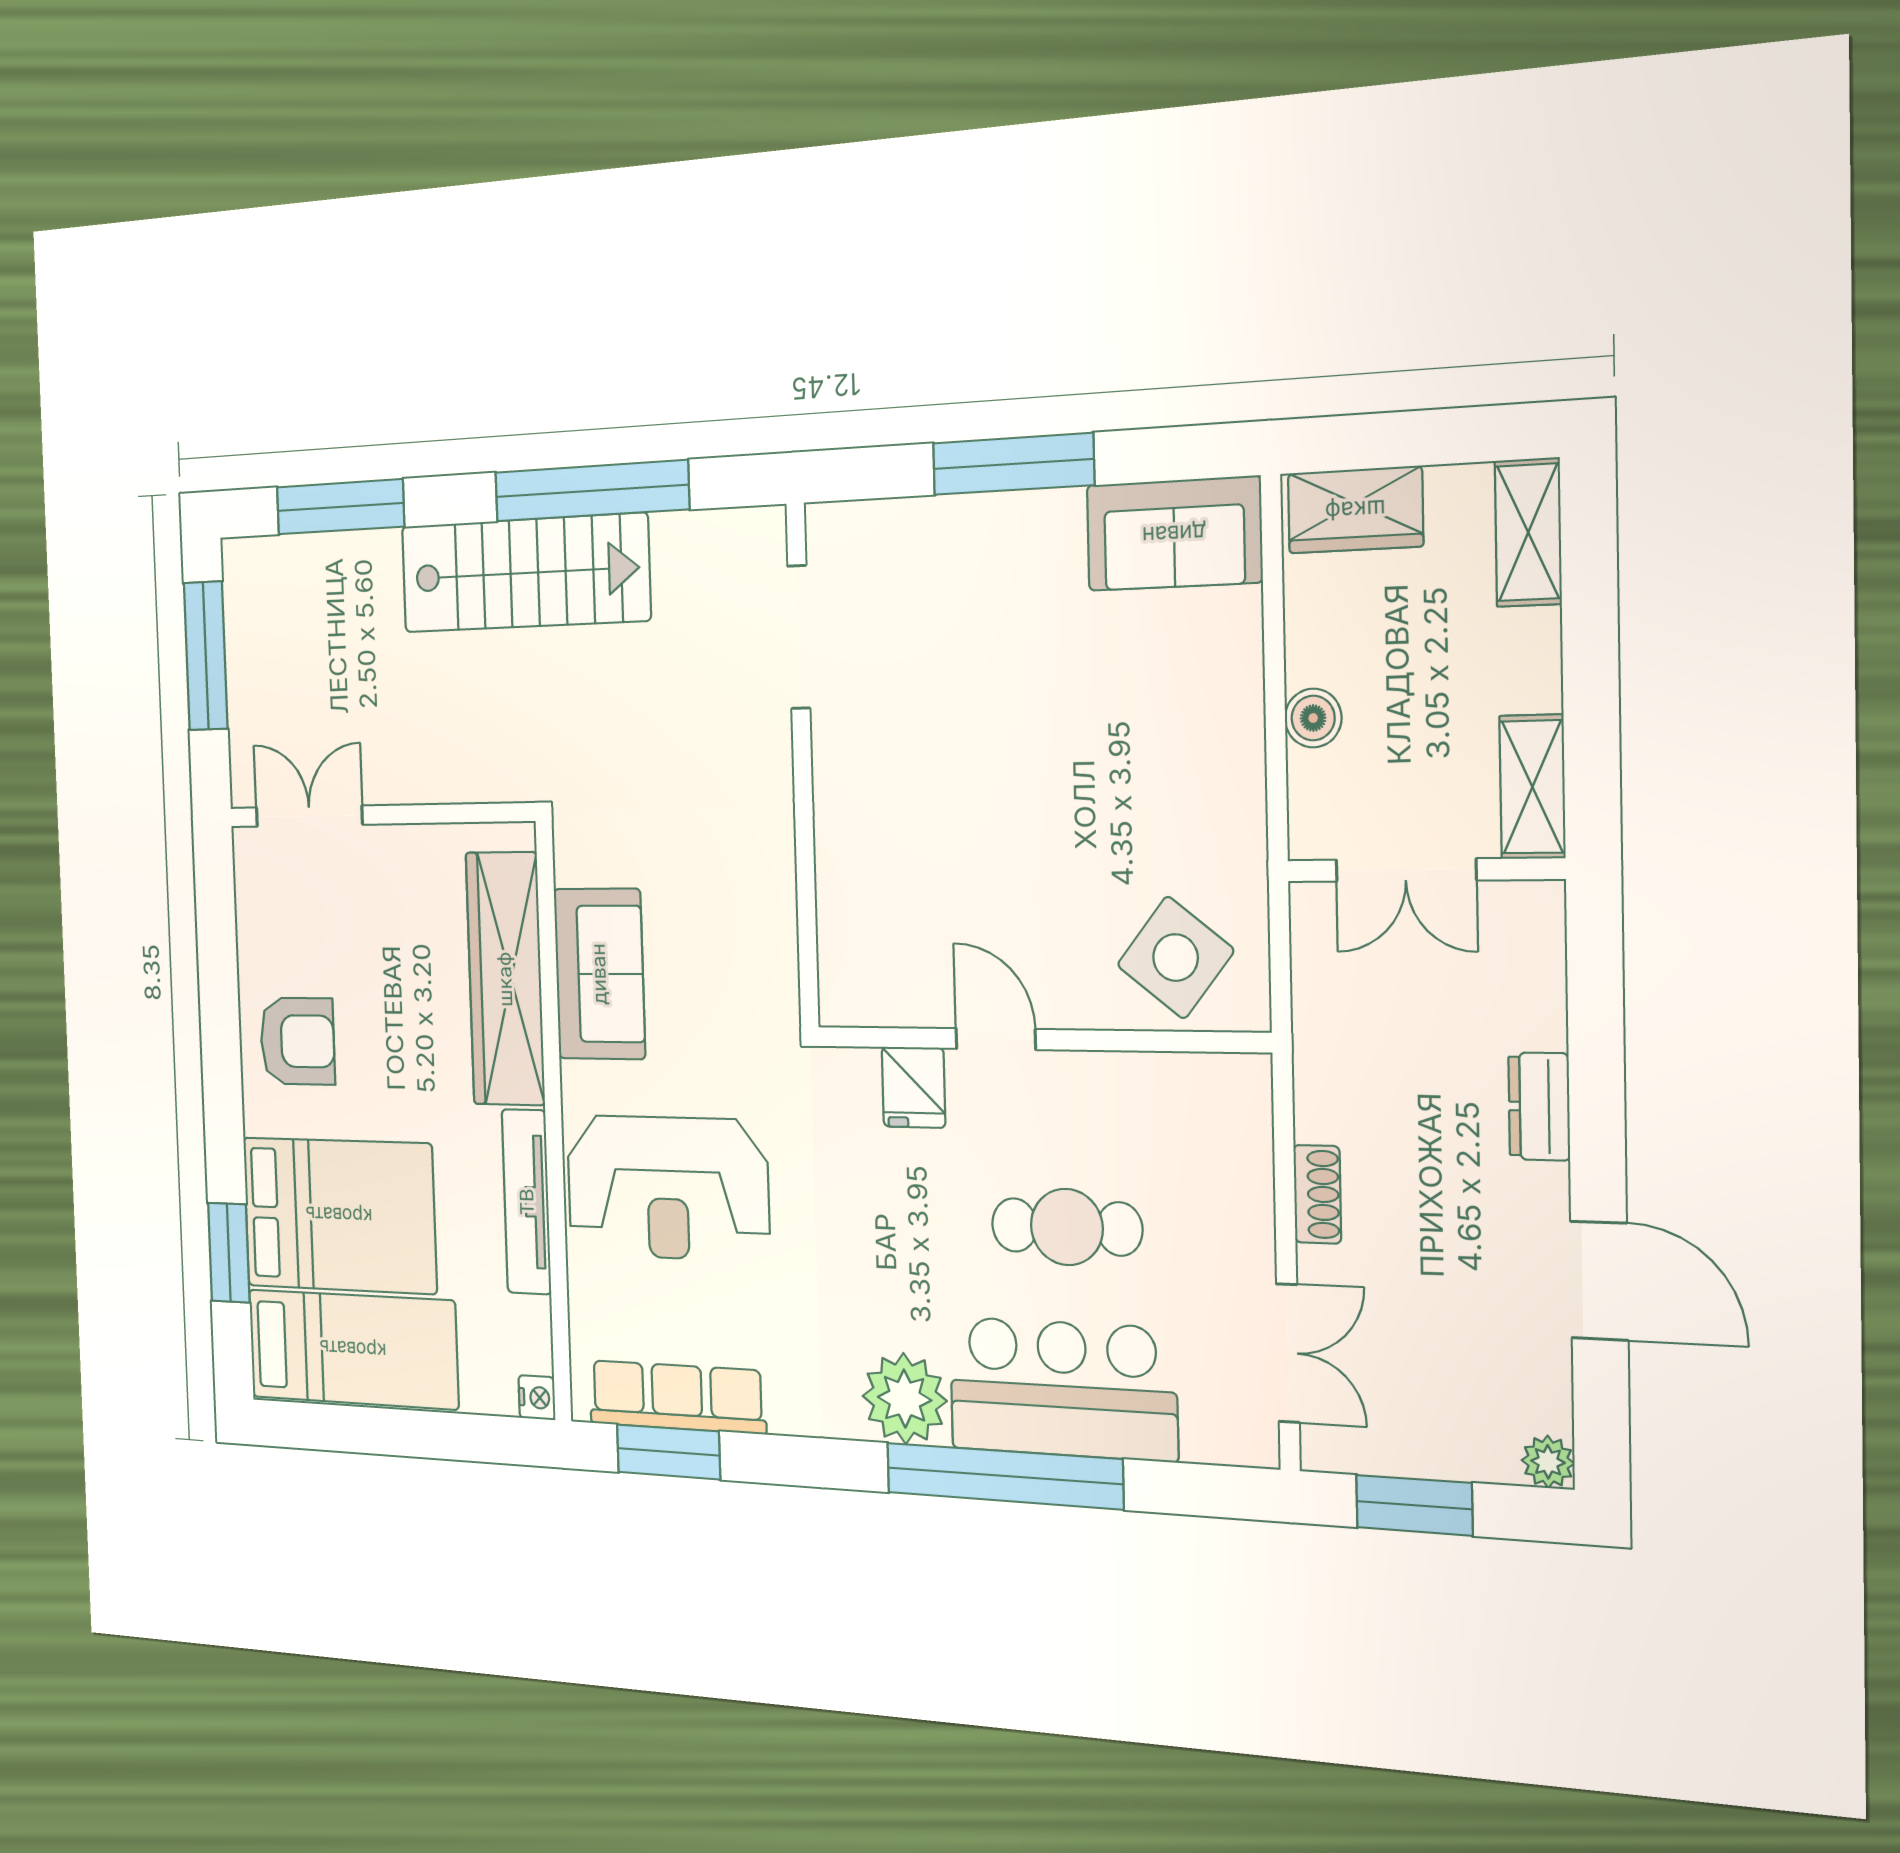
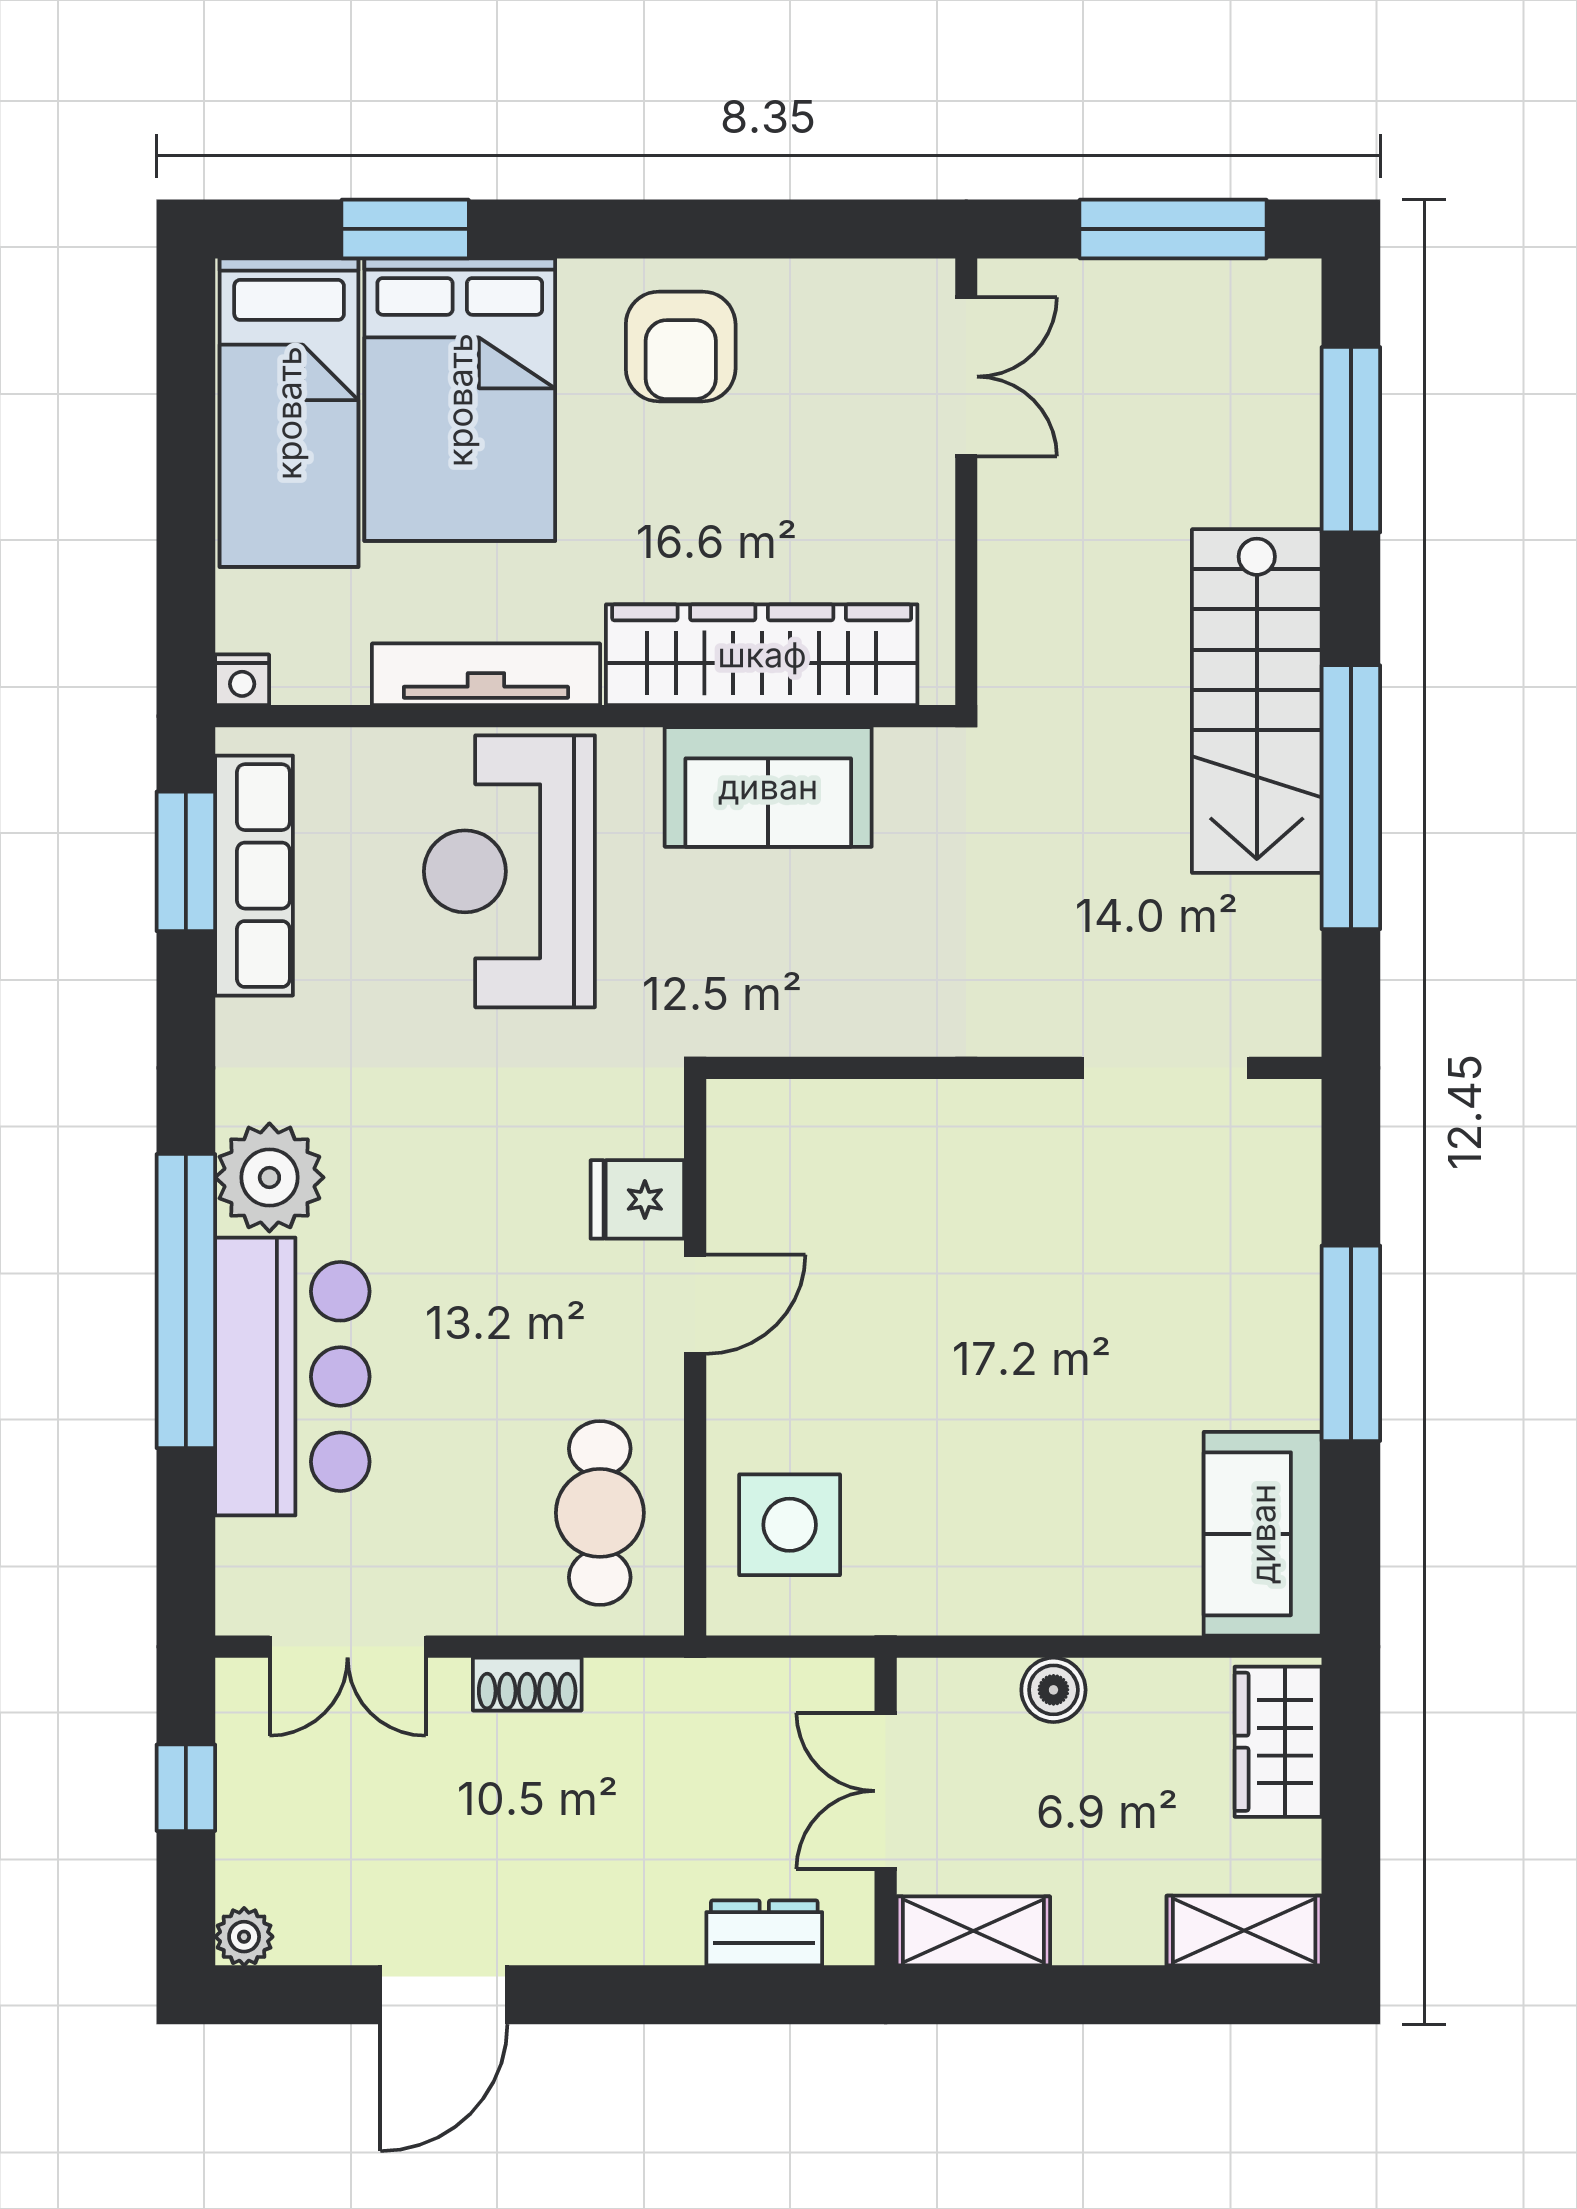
side table: (1176, 958) -> (790, 1525), turned -38
dresser: (1539, 1106) -> (764, 1933), moved
cafe table: (1067, 1227) -> (600, 1513), moved
window: (1414, 1505) -> (186, 1788), width x0.67

